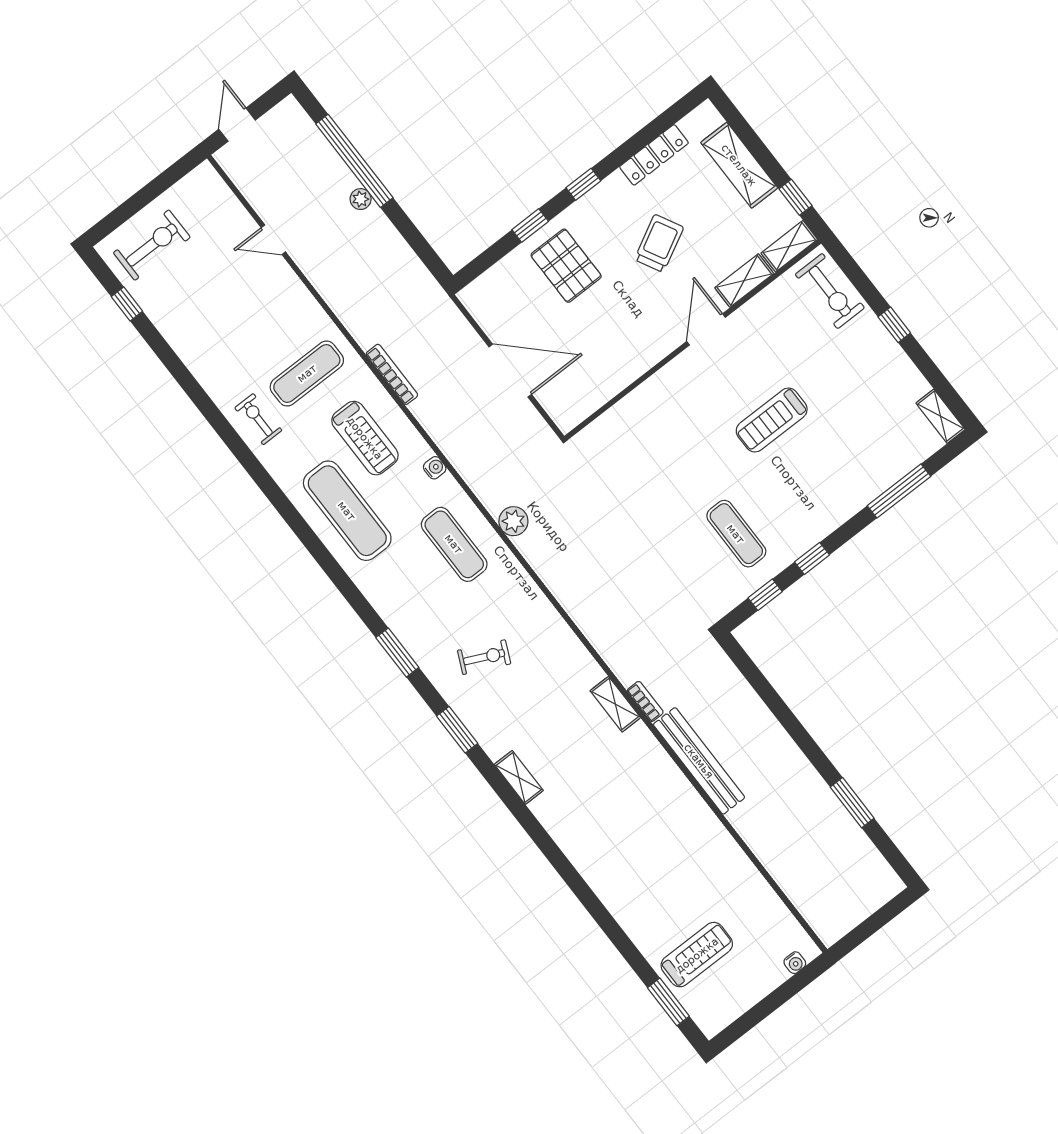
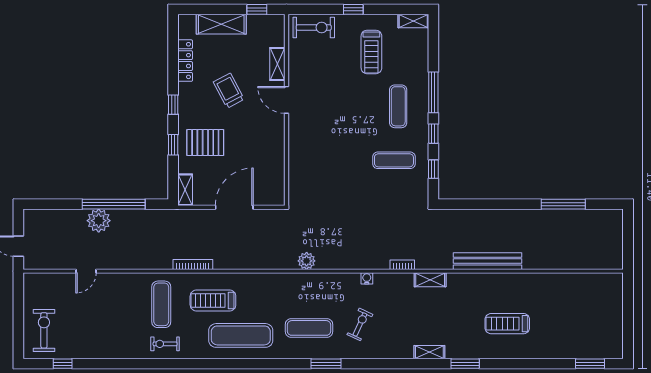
window: (354, 161) -> (114, 204), moved
plant: (361, 199) -> (99, 221), width x1.88, depth x1.88
shelving: (789, 246) -> (185, 190), moved
treadmill: (772, 420) -> (371, 52), moved
treadmill: (365, 438) -> (213, 301), turned 180
water cooler: (435, 468) -> (367, 278), moved
exercise mat: (812, 484) -> (398, 106), added
window: (899, 491) -> (433, 92), moved
exercise mat: (454, 544) -> (309, 328), moved
bookcase: (645, 701) -> (402, 265), moved
window: (457, 730) -> (465, 364), moved
window: (852, 803) -> (563, 204), width x1.44
treadmill: (697, 955) -> (507, 324), moved, turned -90
water cooler: (795, 963) -> (618, 290), removed

